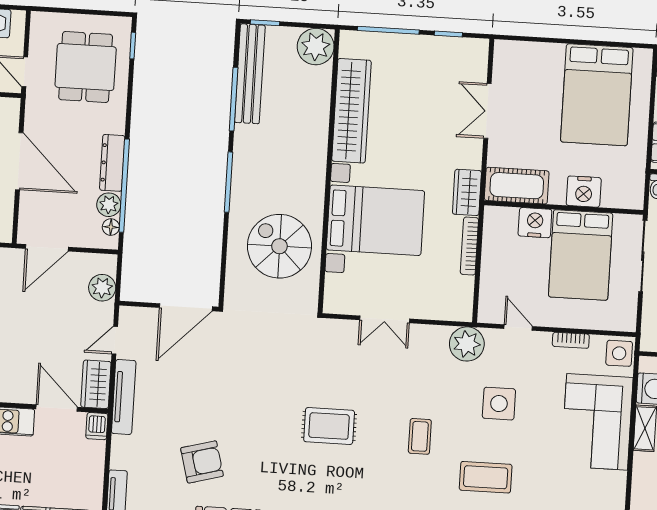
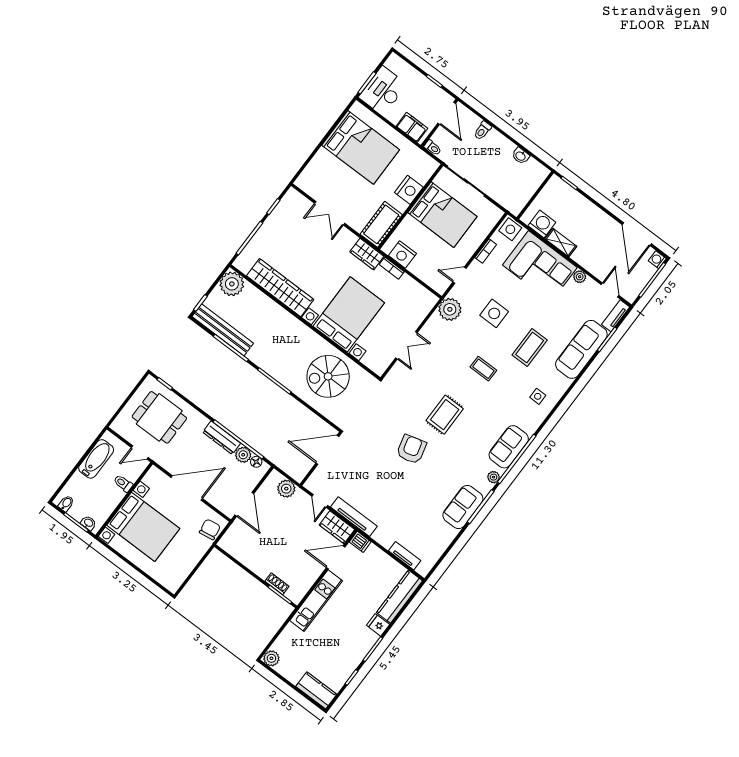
nightstand: (535, 223) -> (402, 254), moved, turned -90
bookcase: (469, 246) -> (392, 268), width x0.64
door: (186, 307) -> (327, 450), swing flipped
armchair: (202, 462) -> (411, 449), moved
plant: (617, 481) -> (580, 277), added

